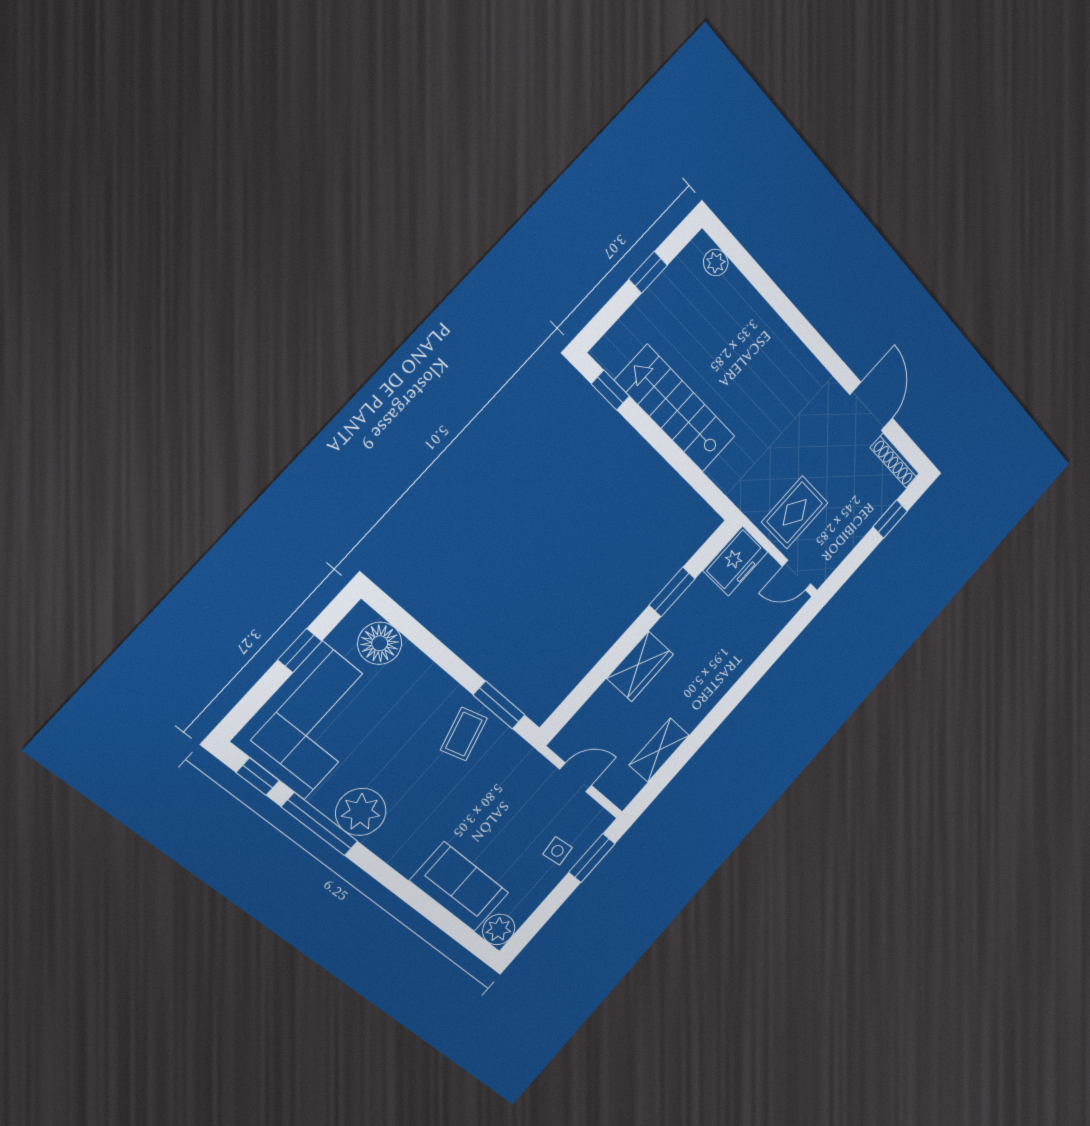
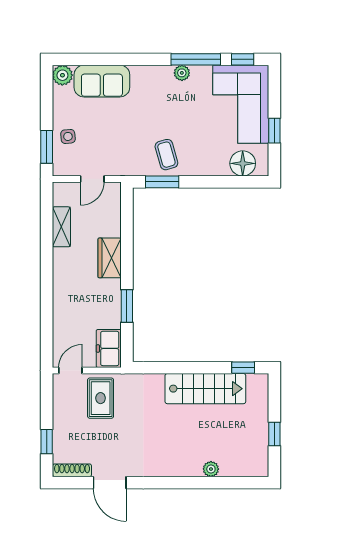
plant: (716, 263) -> (211, 469), moved
plant: (361, 812) -> (182, 73), width x0.53, depth x0.53

